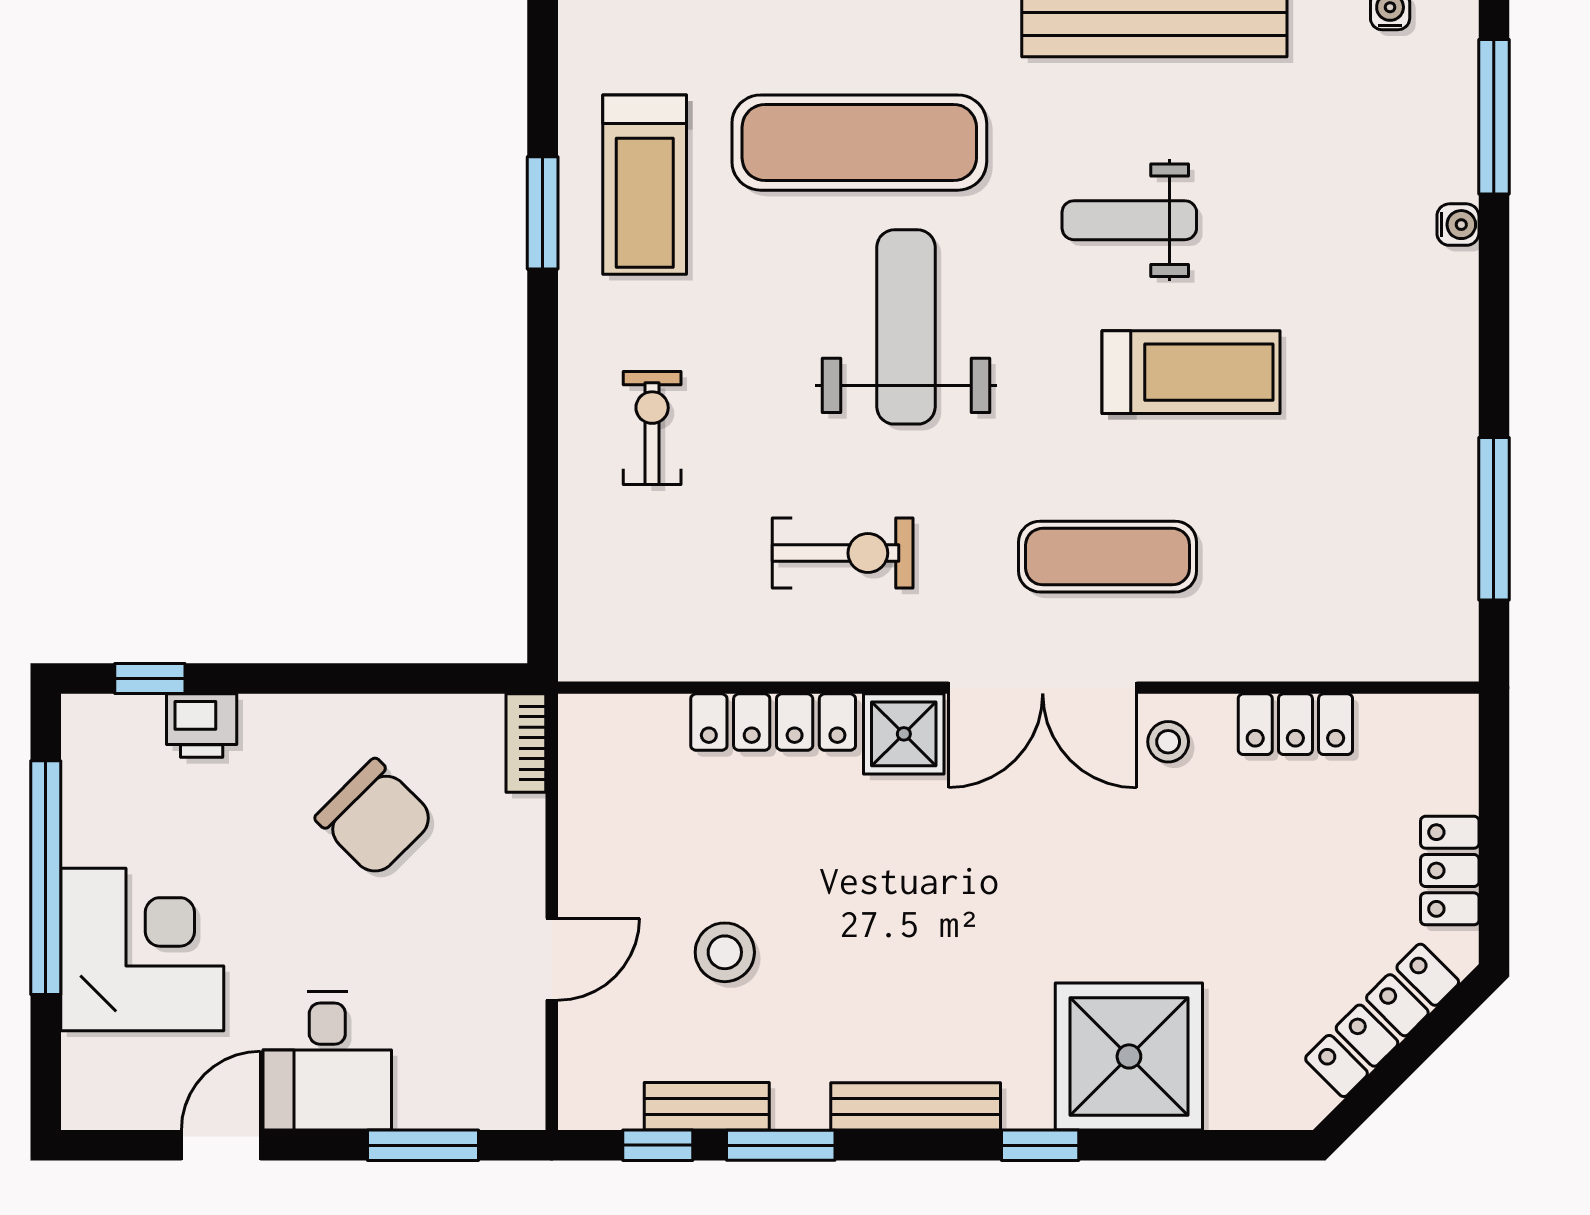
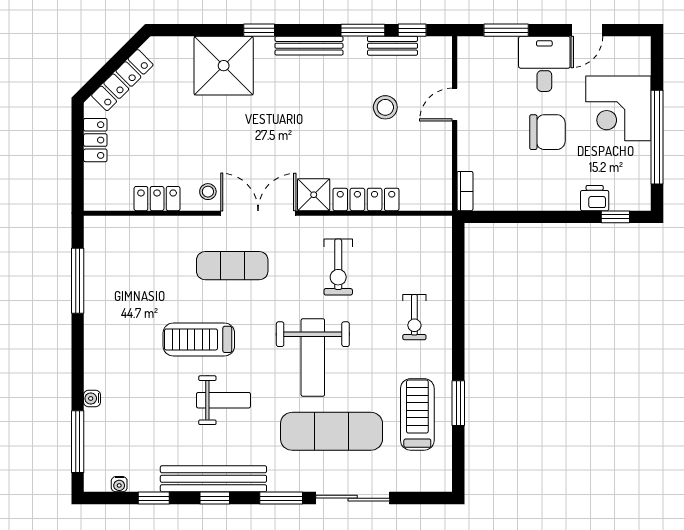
exercise bike: (843, 553) -> (338, 267), turned -90
chair: (375, 818) -> (547, 132), moved, turned 135

